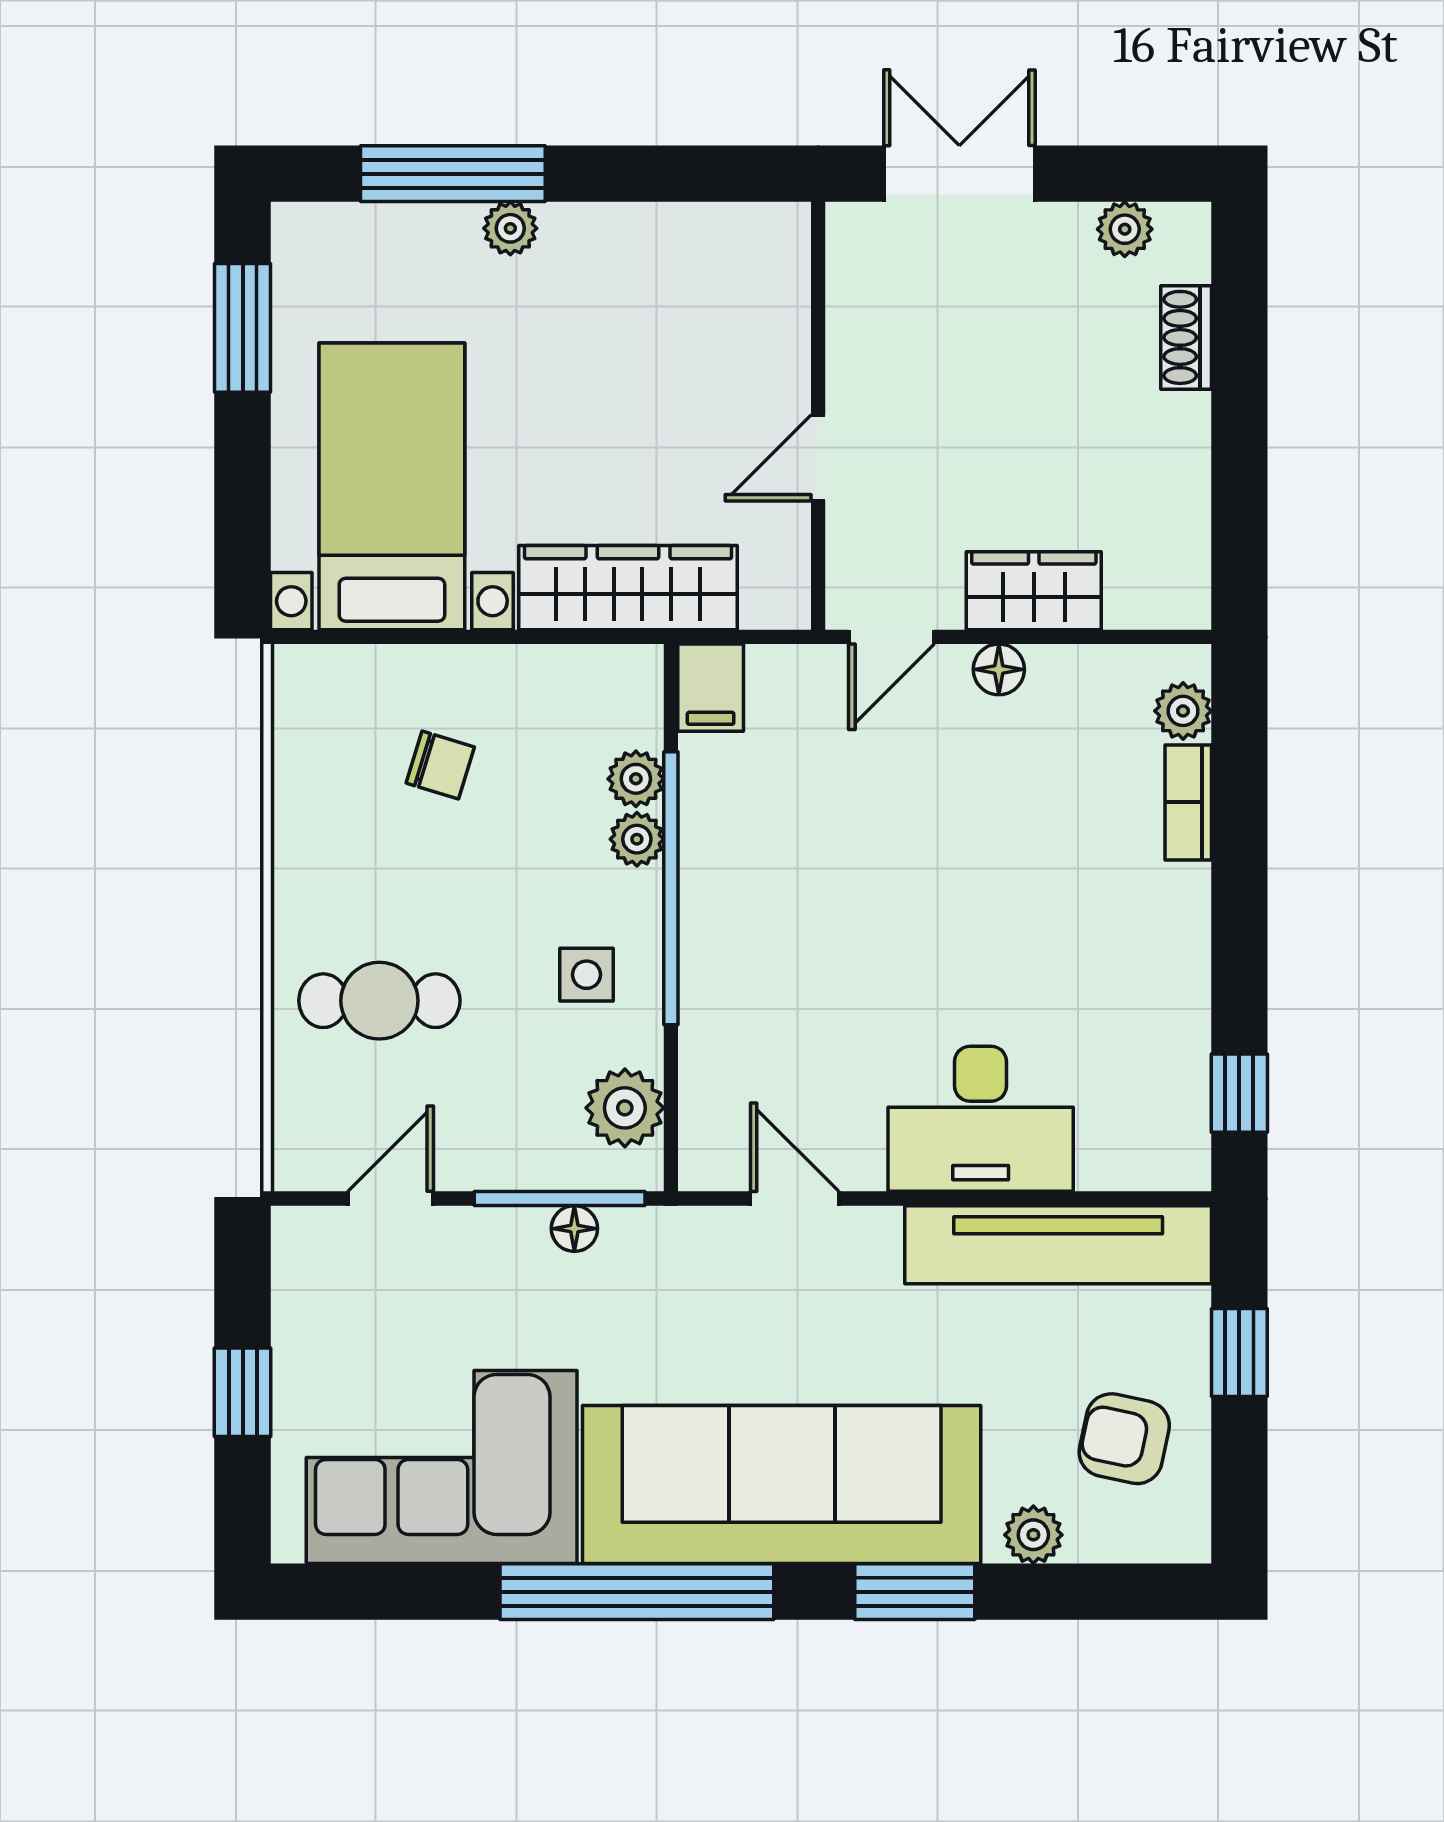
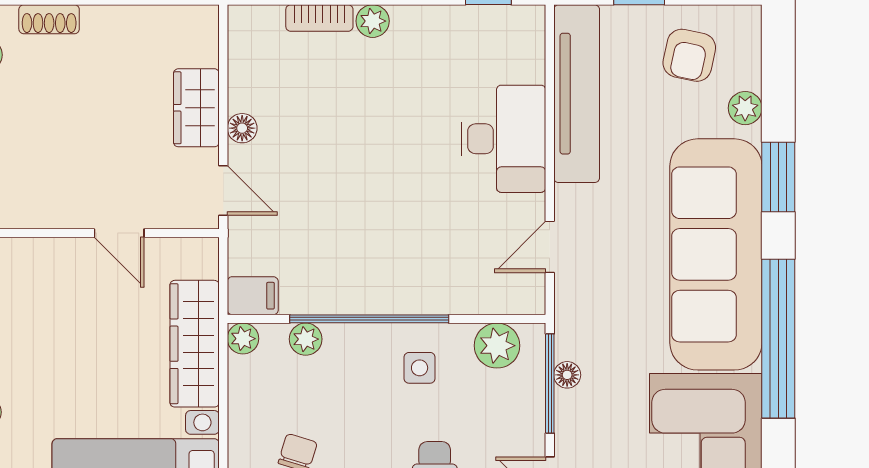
plant: (1183, 711) -> (373, 21), moved
plant: (637, 839) -> (243, 339), moved

